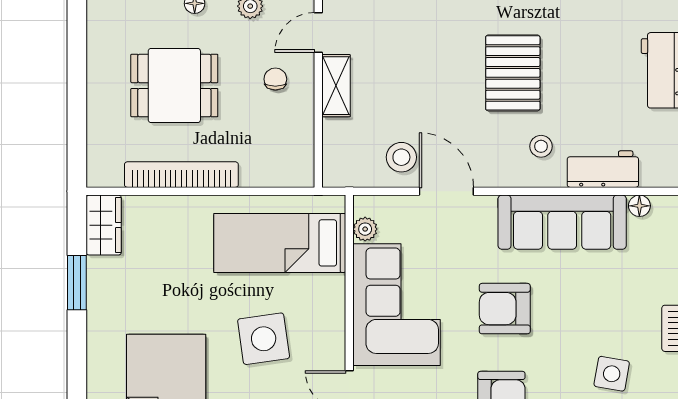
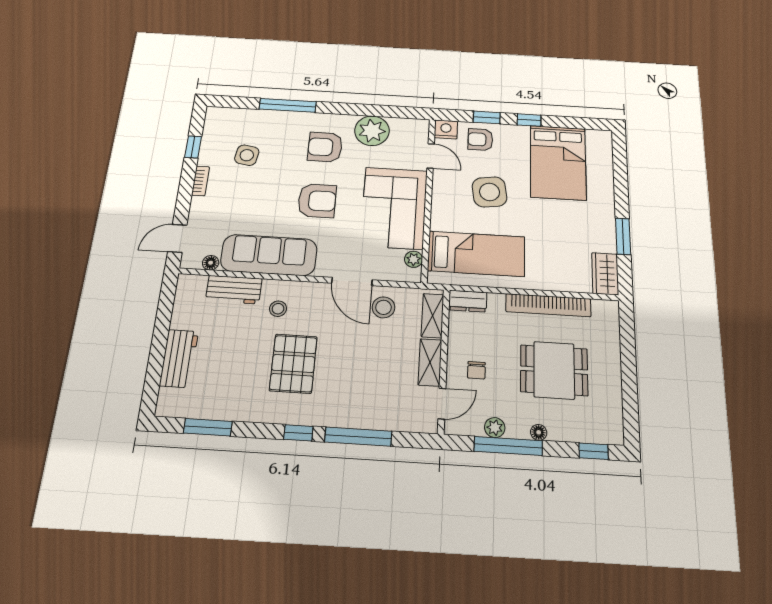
shelving: (336, 150) -> (432, 316), added
dresser: (289, 173) -> (468, 301), added

